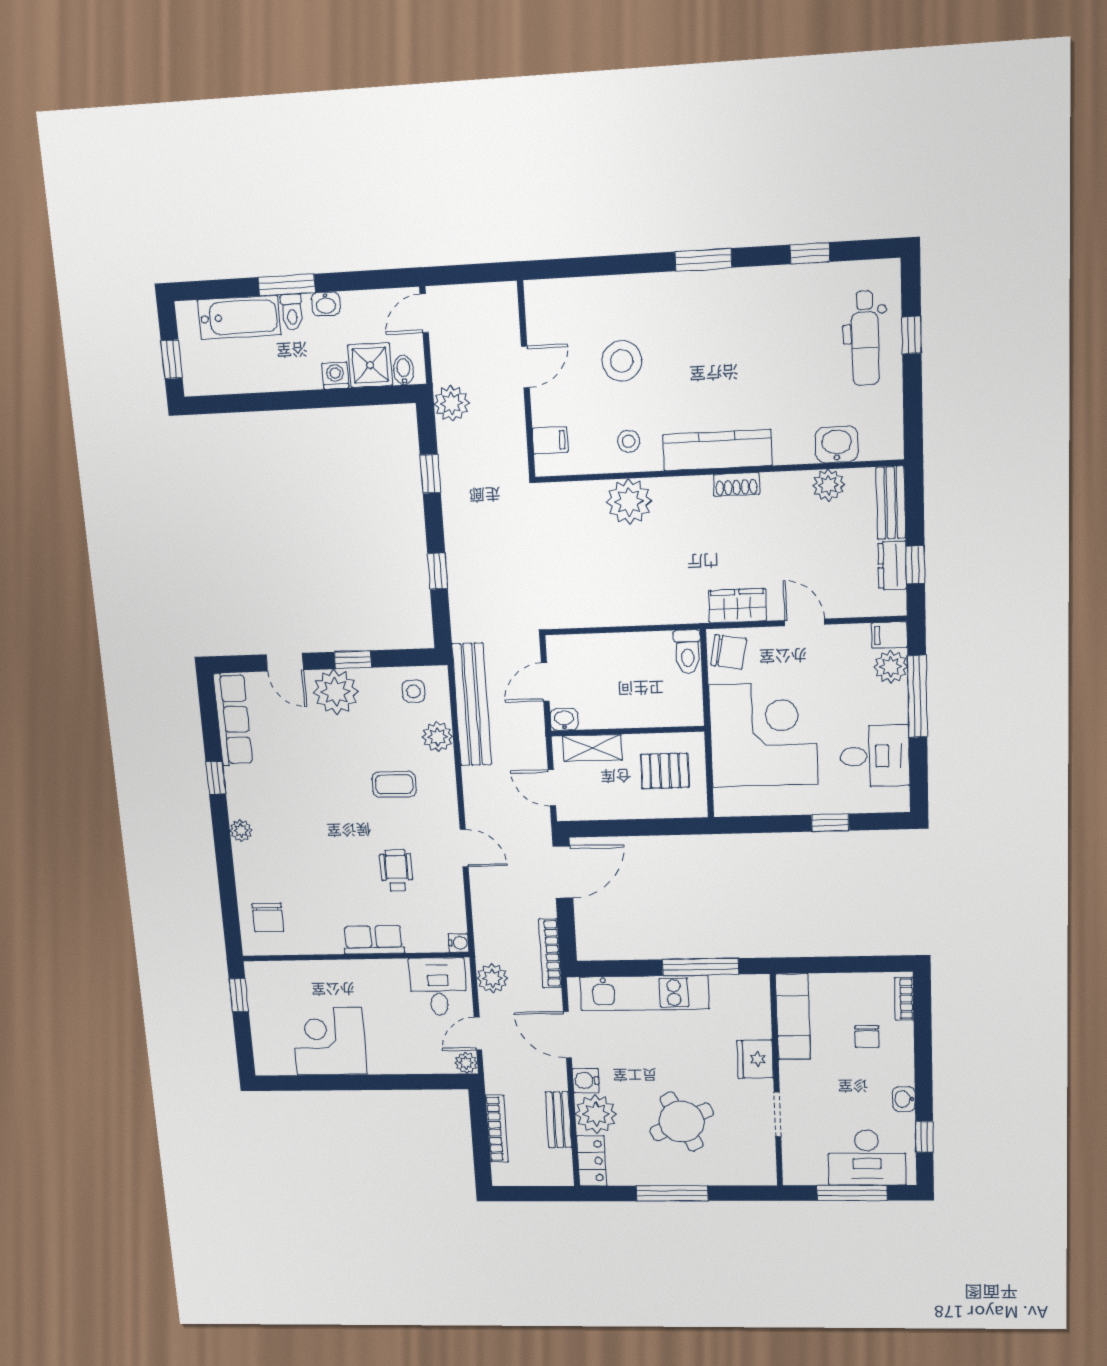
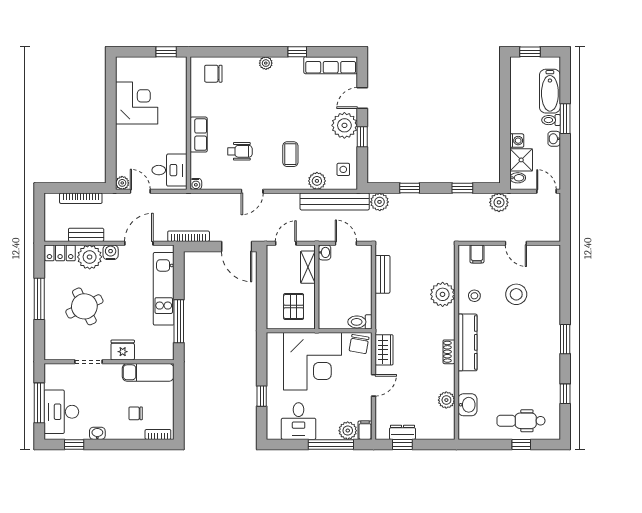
bench: (891, 503) -> (383, 274), moved, turned 90
plant: (492, 978) -> (380, 202), moved

